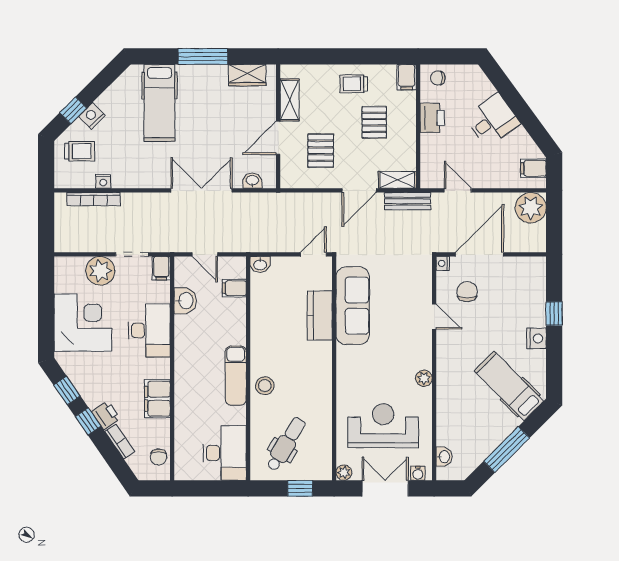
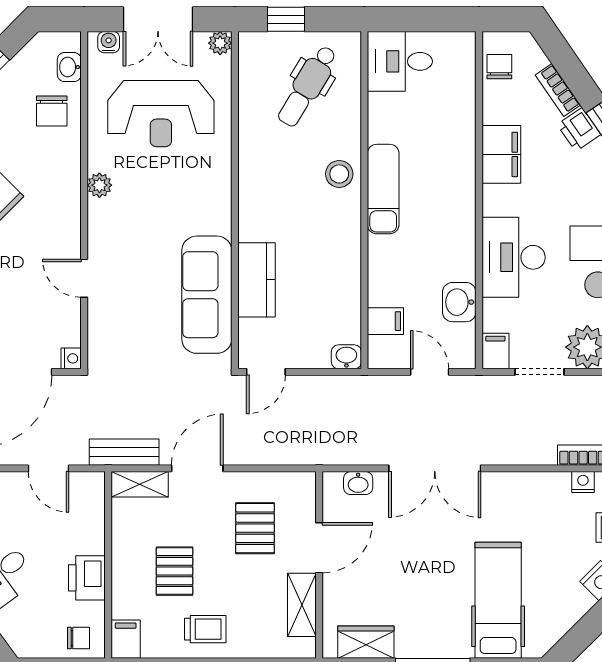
chair: (467, 292) -> (52, 111), moved
desk: (225, 453) -> (400, 61), width x0.73

